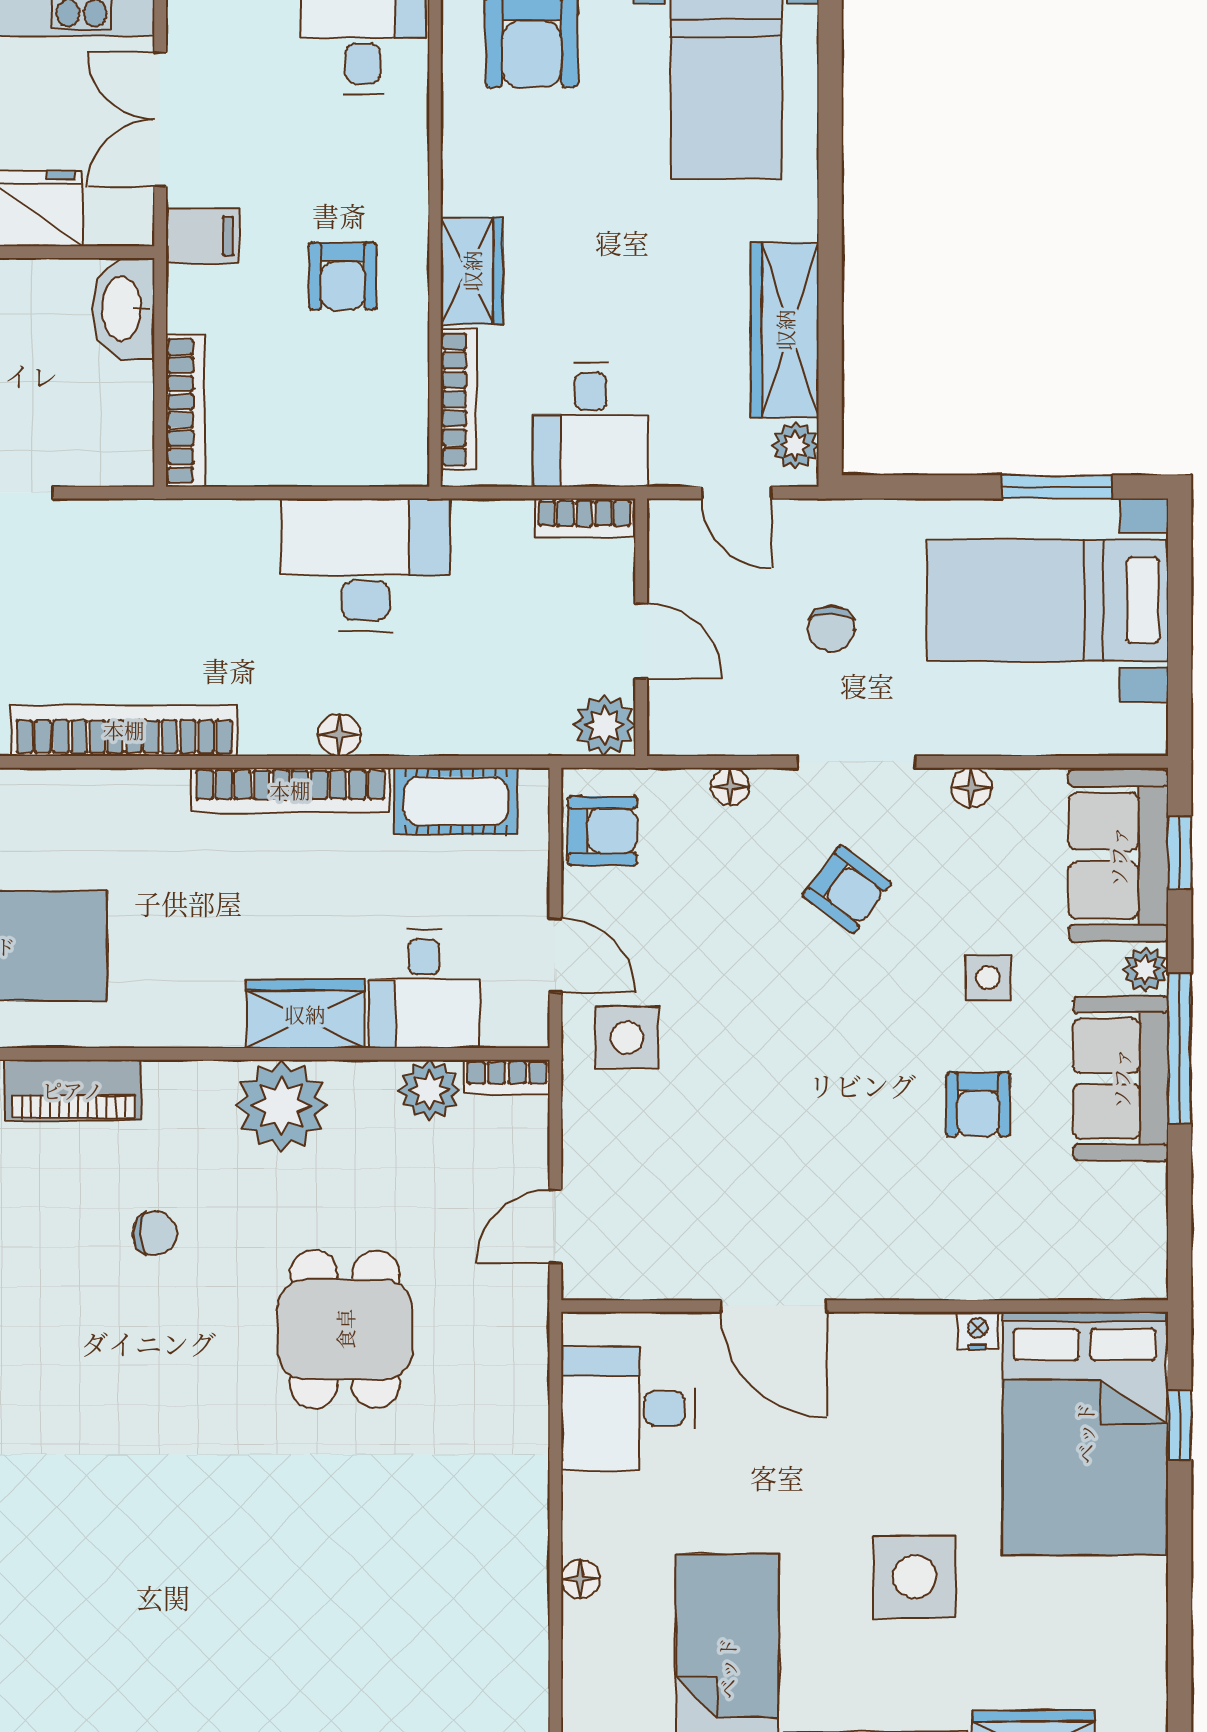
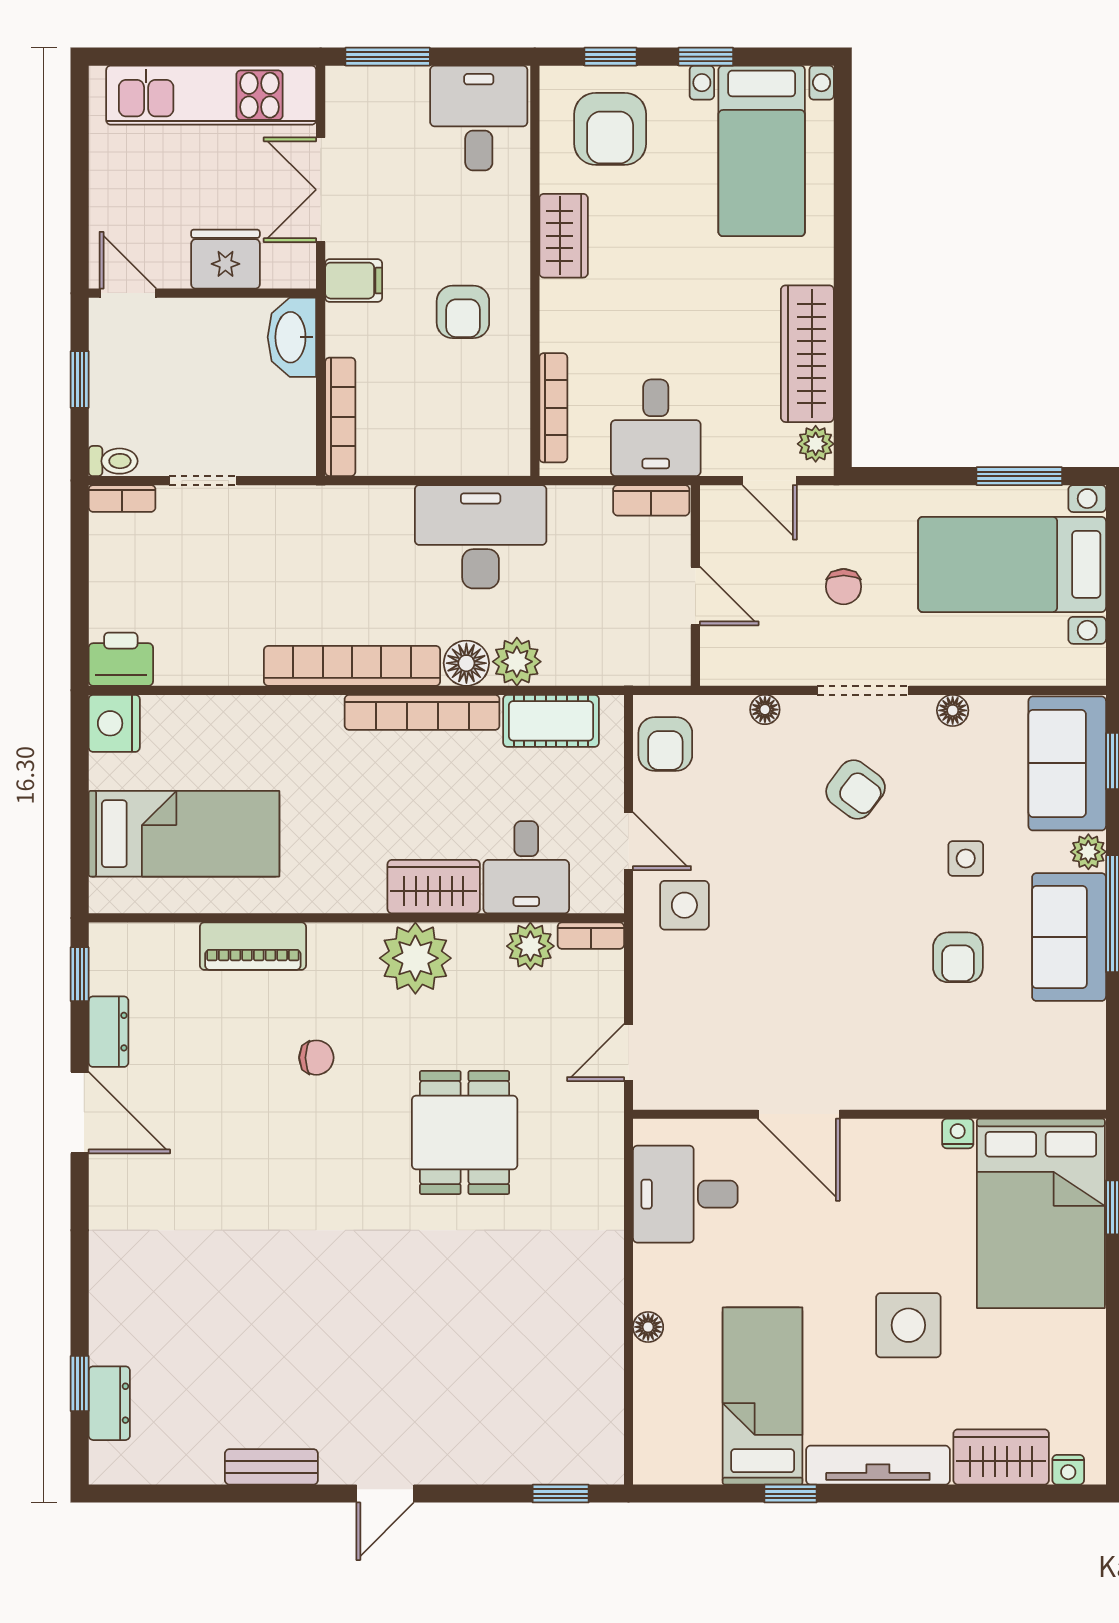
wardrobe: (472, 271) -> (564, 236), moved
plant: (604, 725) -> (517, 662), moved
bookcase: (124, 730) -> (352, 666), moved
floor lamp: (339, 735) -> (466, 663), width x1.37, depth x1.37
armchair: (602, 831) -> (665, 744), turned 90

